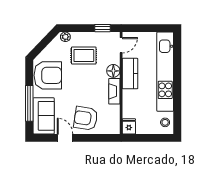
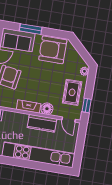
rug: (84, 56) -> (72, 92), moved
armchair: (48, 75) -> (53, 50), turned 90
window: (29, 103) -> (31, 29), width x0.69

